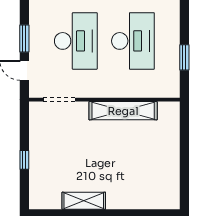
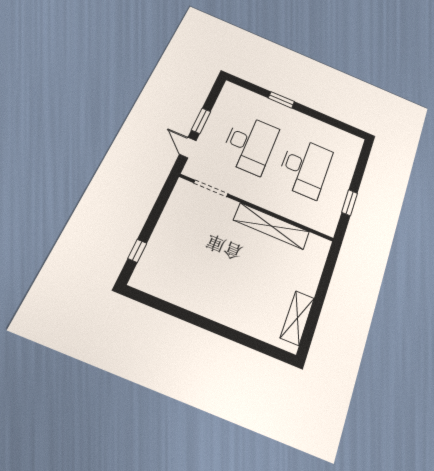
window: (24, 160) -> (137, 251), moved
shelving: (84, 201) -> (297, 318), moved, turned 90

